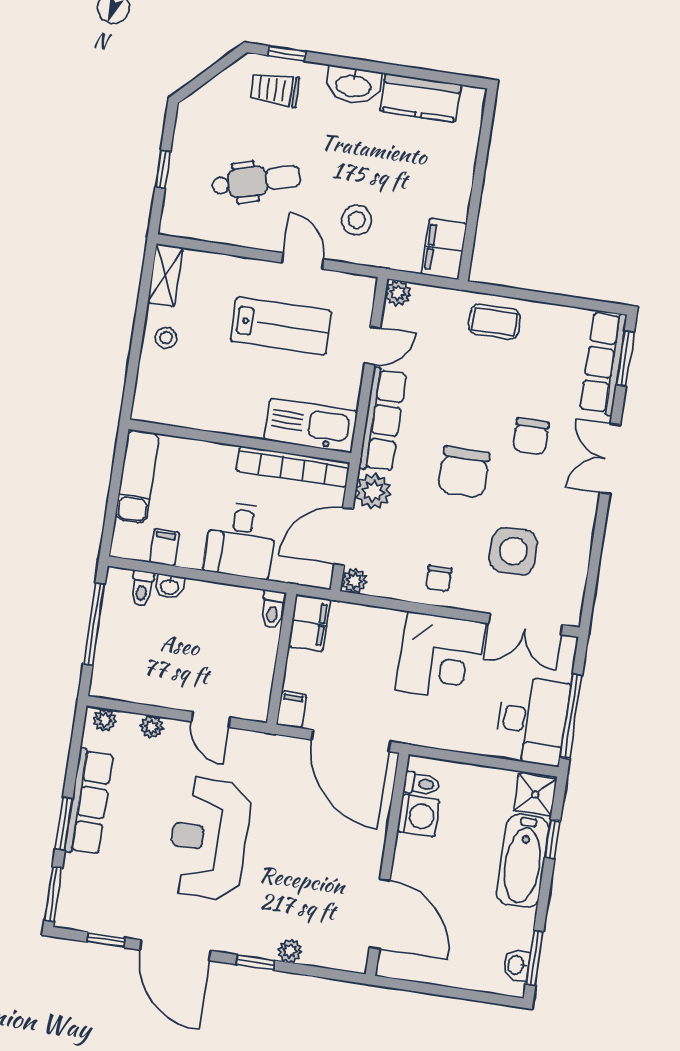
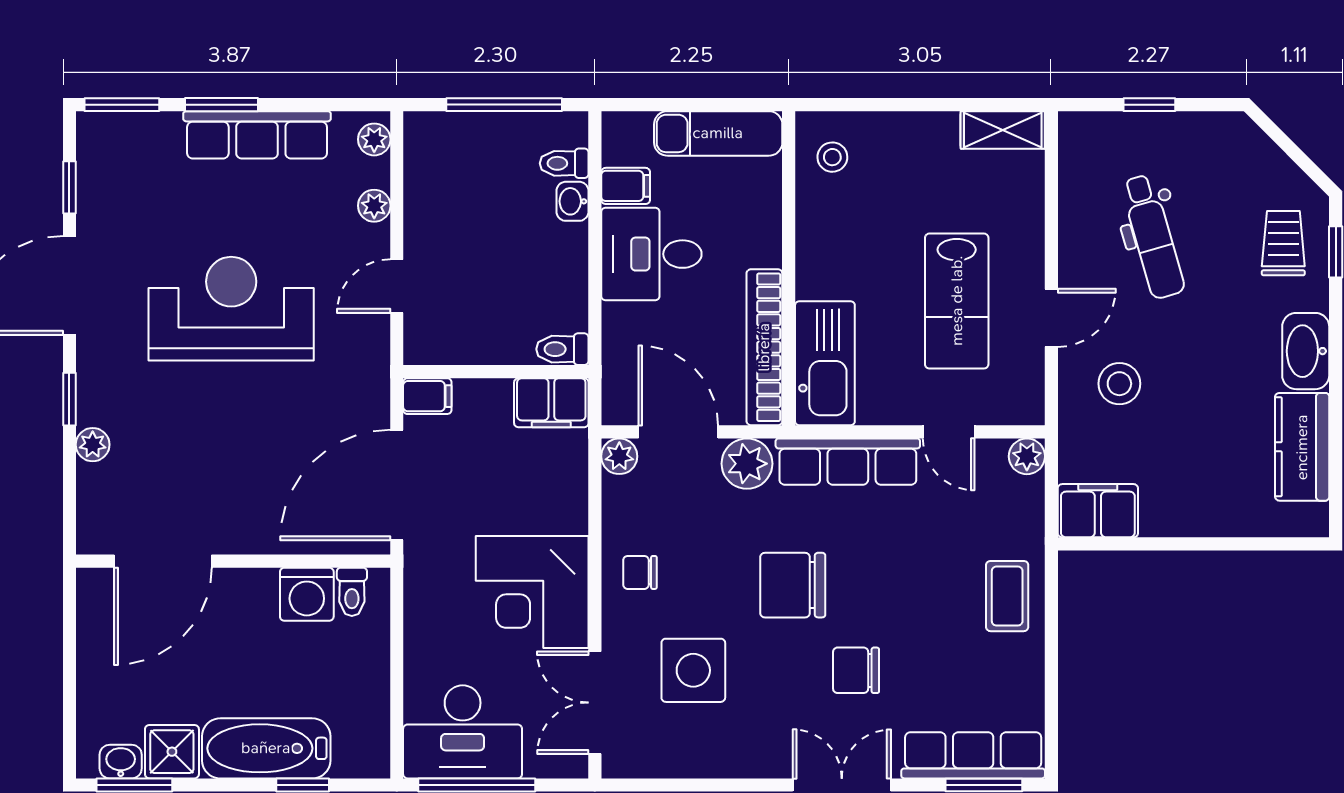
stool: (166, 338) -> (832, 157), moved
desk: (241, 540) -> (651, 254), moved
shower: (535, 795) -> (172, 752), moved

